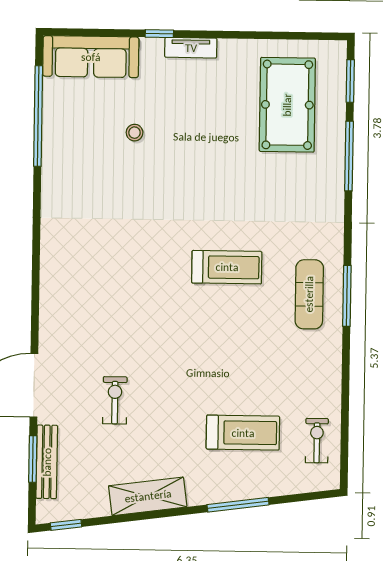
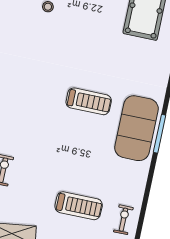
exercise mat: (309, 294) -> (136, 128), width x2.00, depth x1.45

